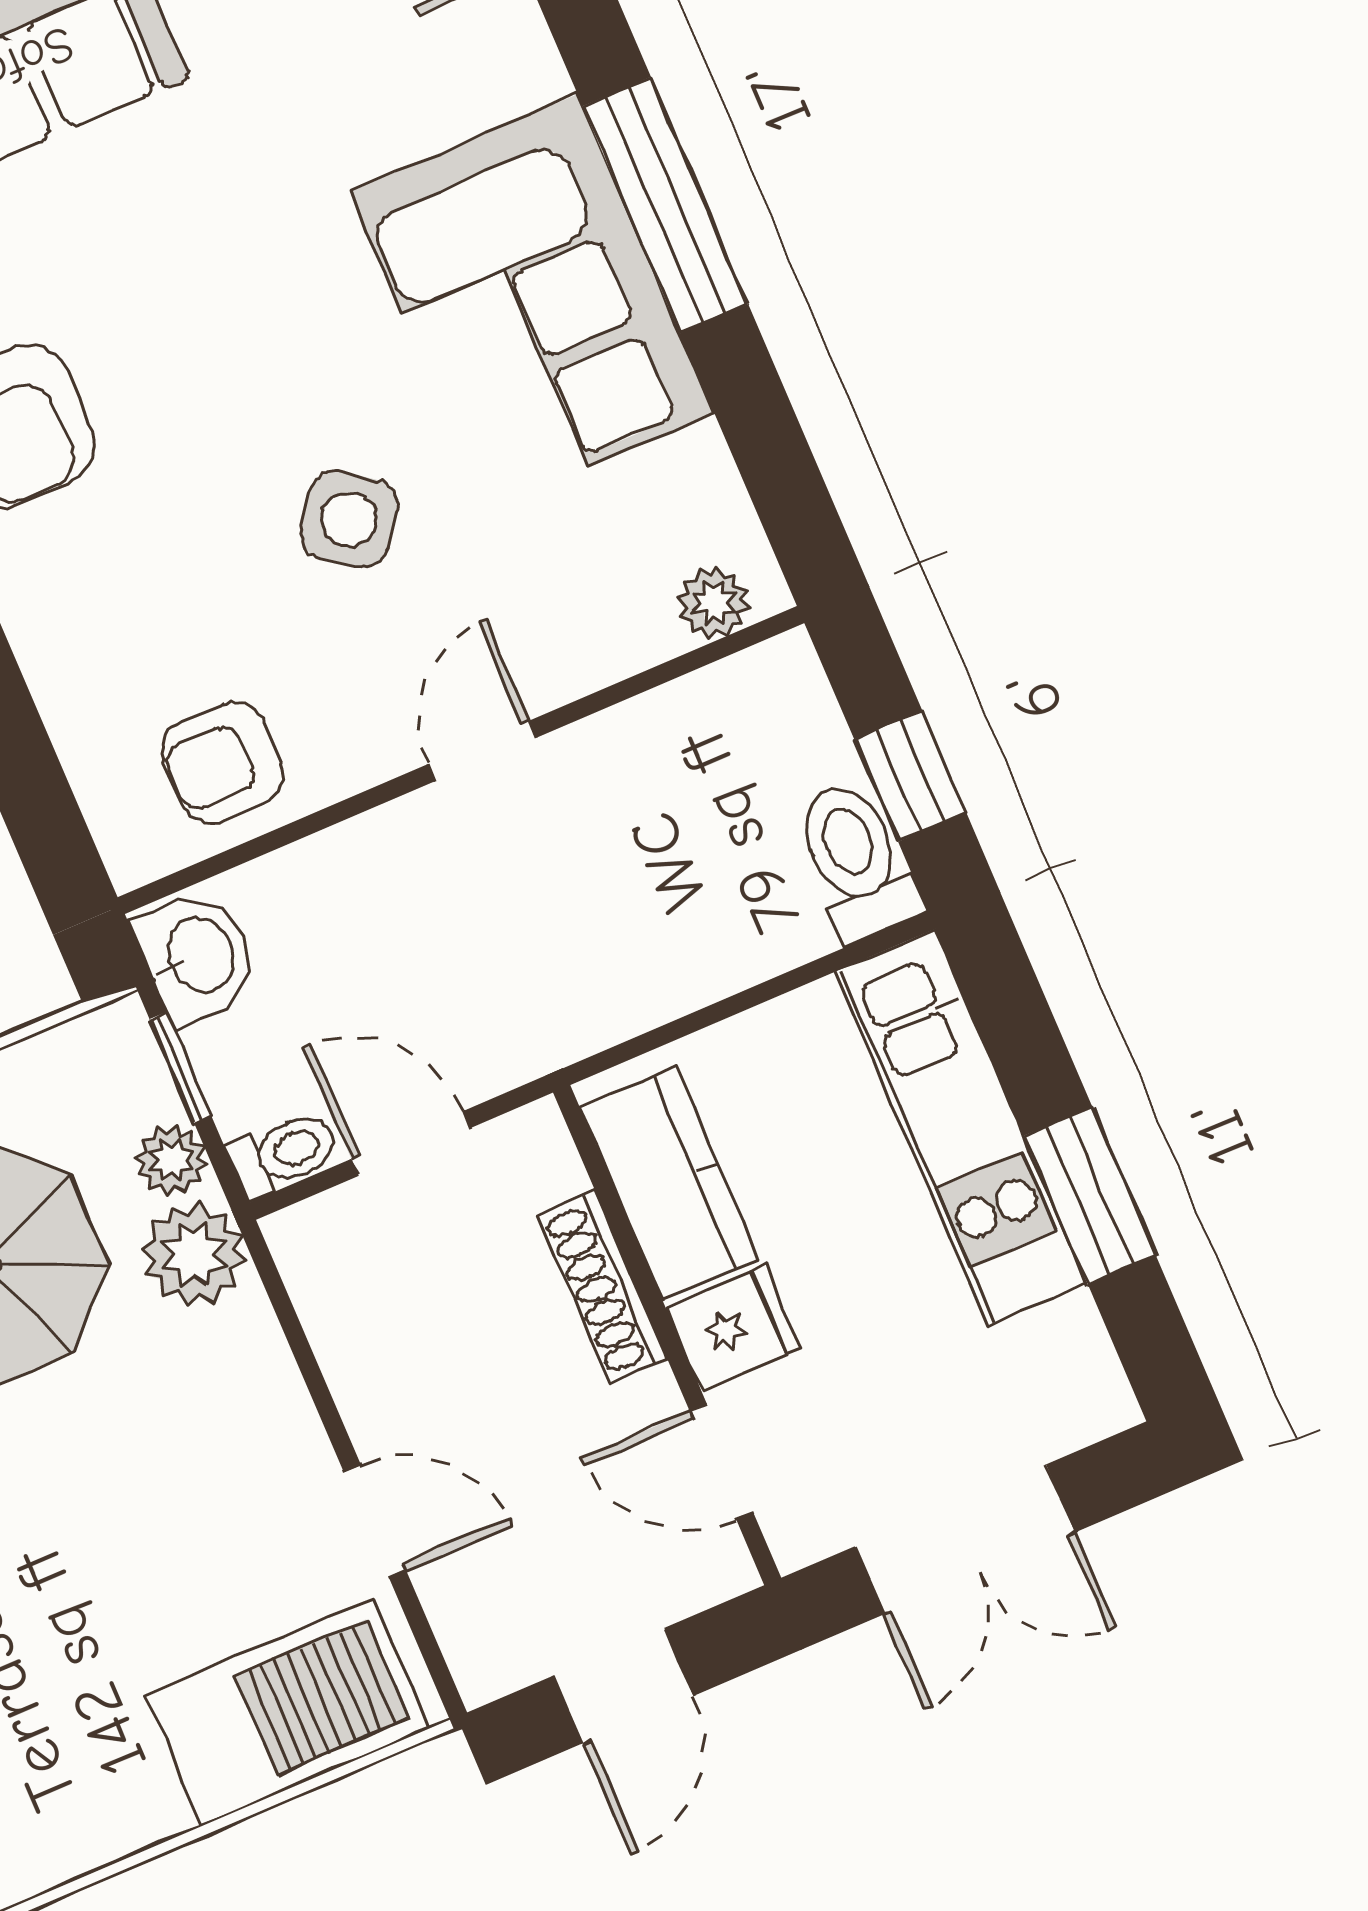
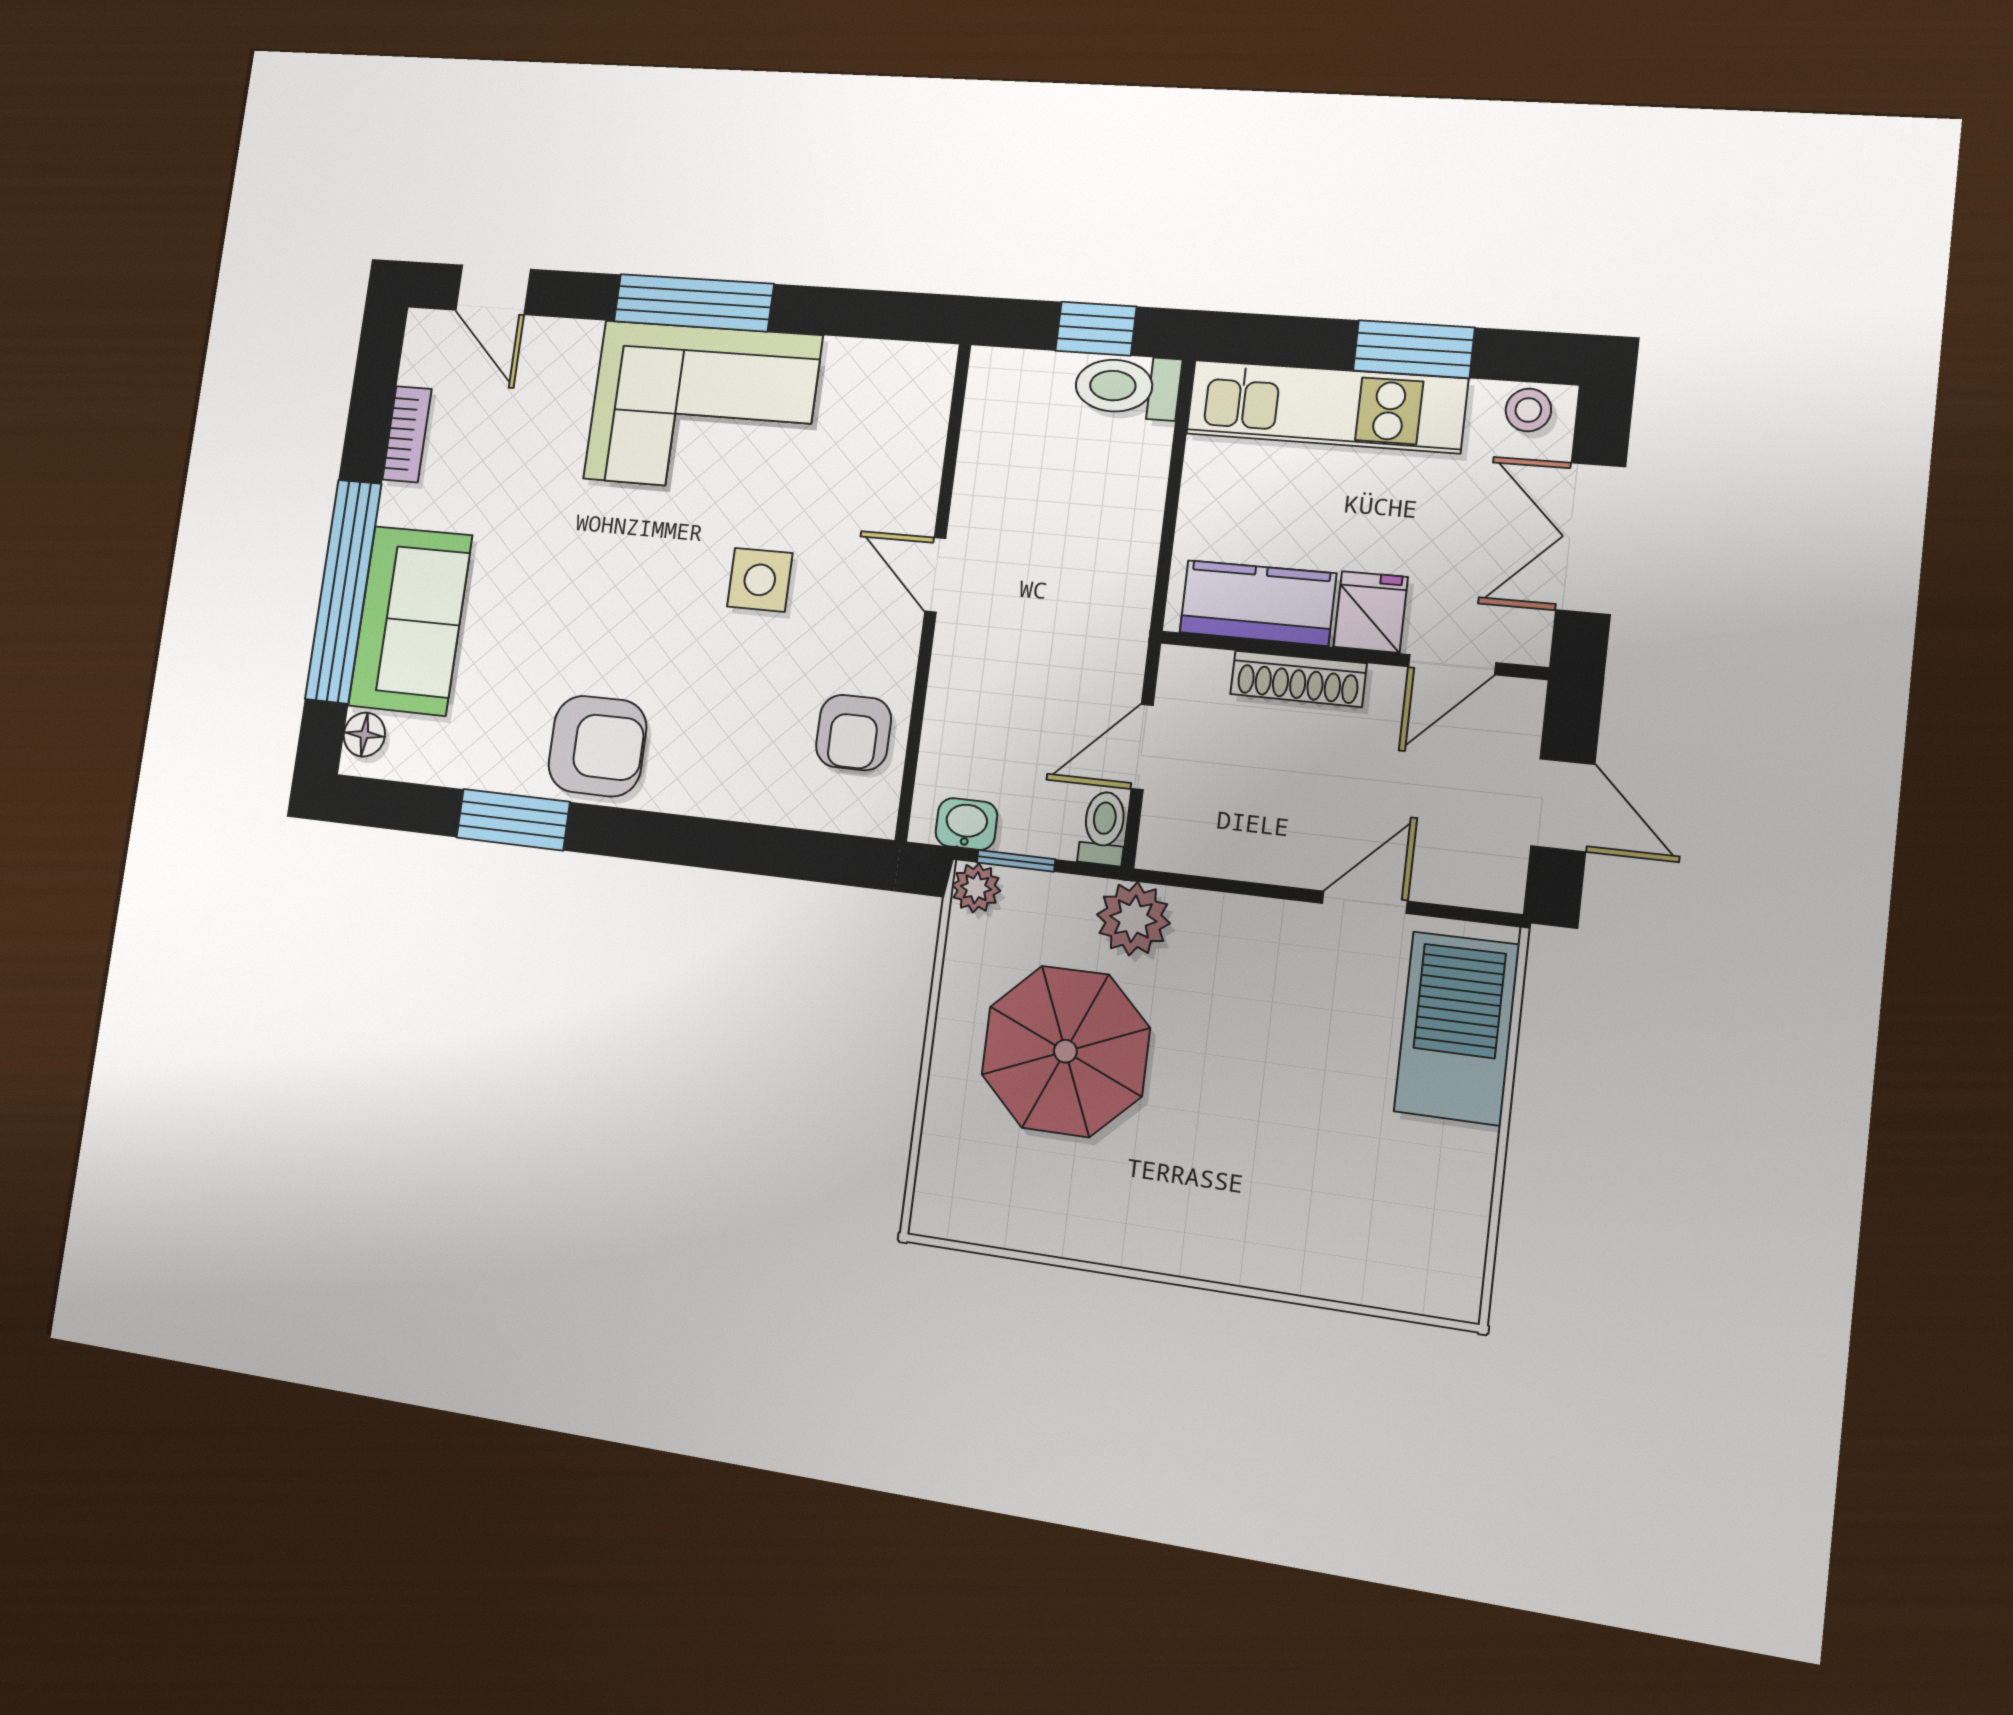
side table: (349, 519) -> (760, 580), turned -37
plant: (714, 603) -> (929, 392), removed
washbasin: (198, 956) -> (966, 824), width x0.72, depth x0.69
plant: (171, 1160) -> (976, 888), moved
stool: (1085, 1378) -> (1528, 410), added
double door: (965, 1539) -> (1591, 538), swing flipped

